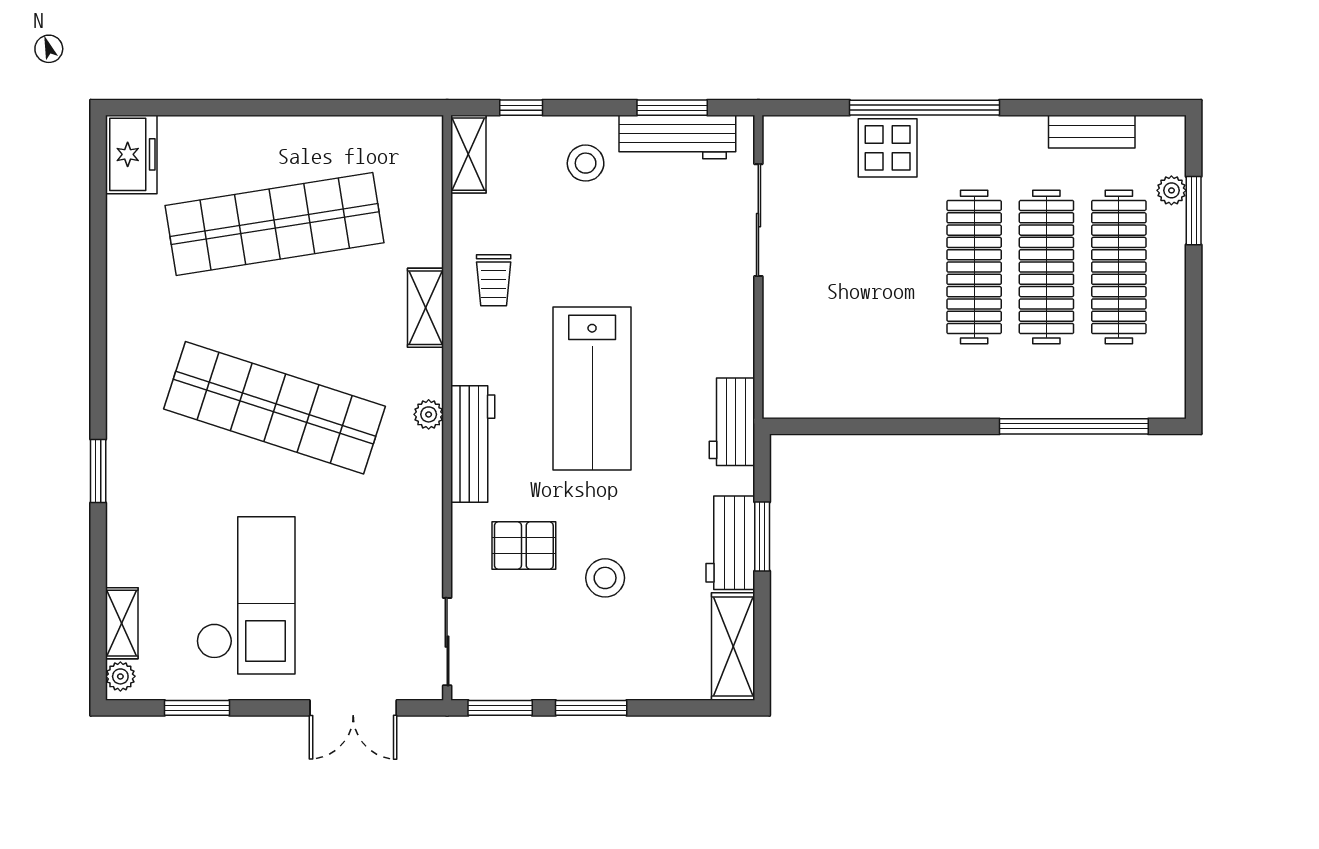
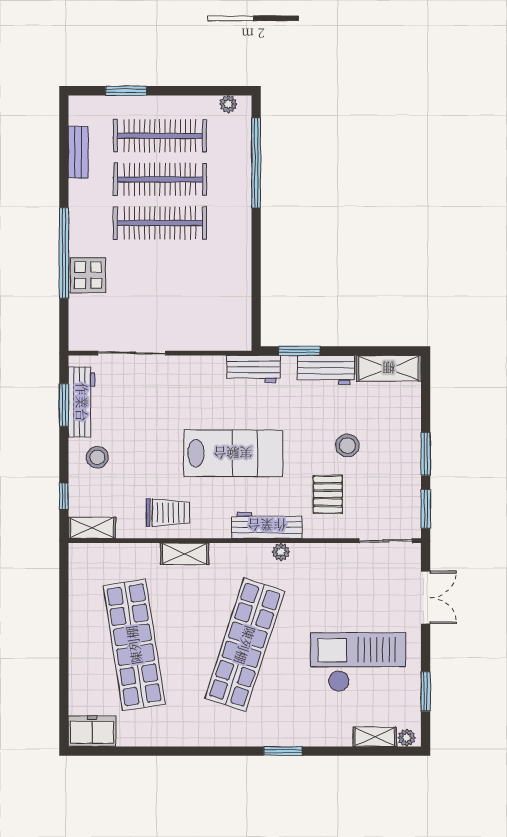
plant: (1171, 190) -> (228, 104), moved
trolley: (494, 280) -> (168, 513), width x1.36, depth x1.39
plant: (429, 414) -> (281, 552), moved
window: (762, 536) -> (299, 351), moved

